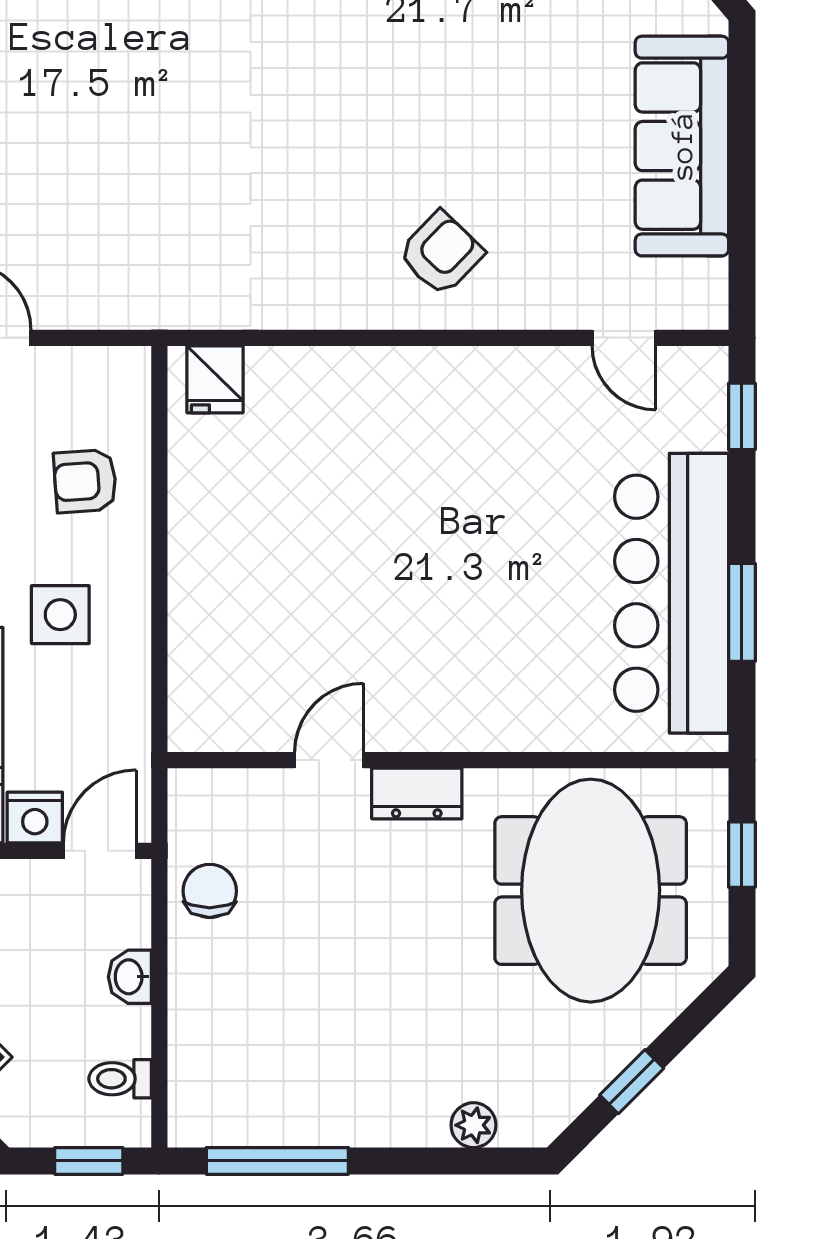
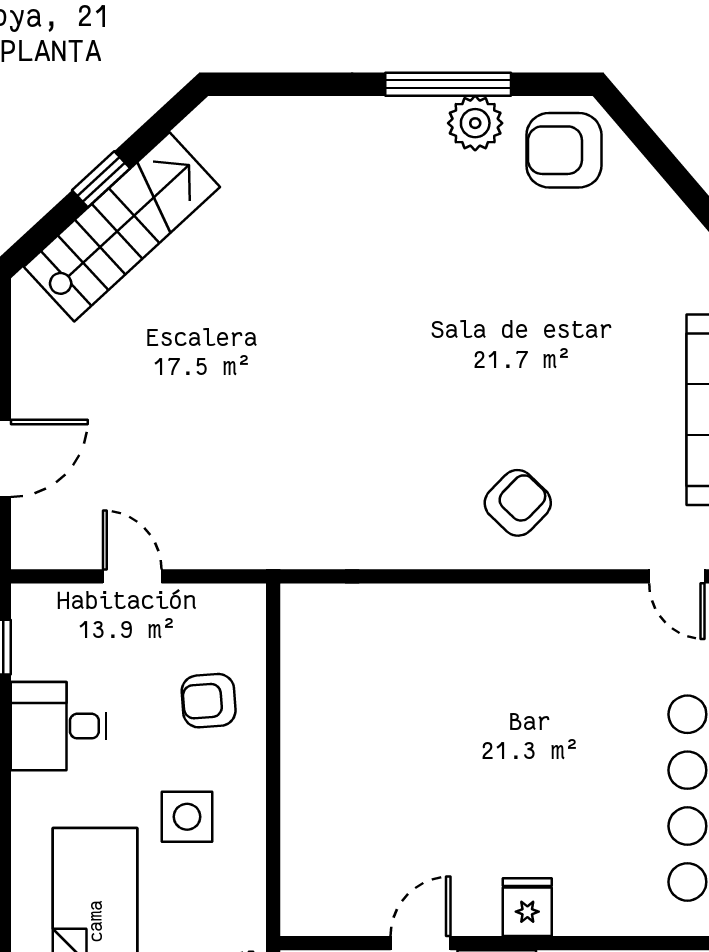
fridge: (215, 379) -> (527, 907), moved, turned 180

